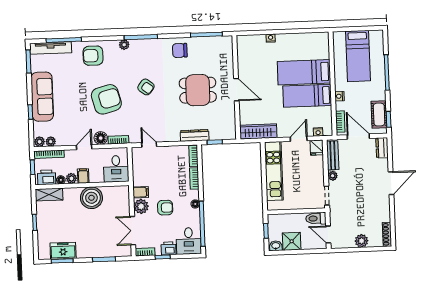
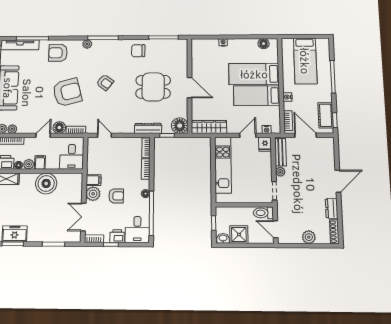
floor lamp: (314, 38) -> (264, 44), added
floor lamp: (228, 131) -> (180, 126), added
dresser: (382, 148) -> (332, 208), moved

